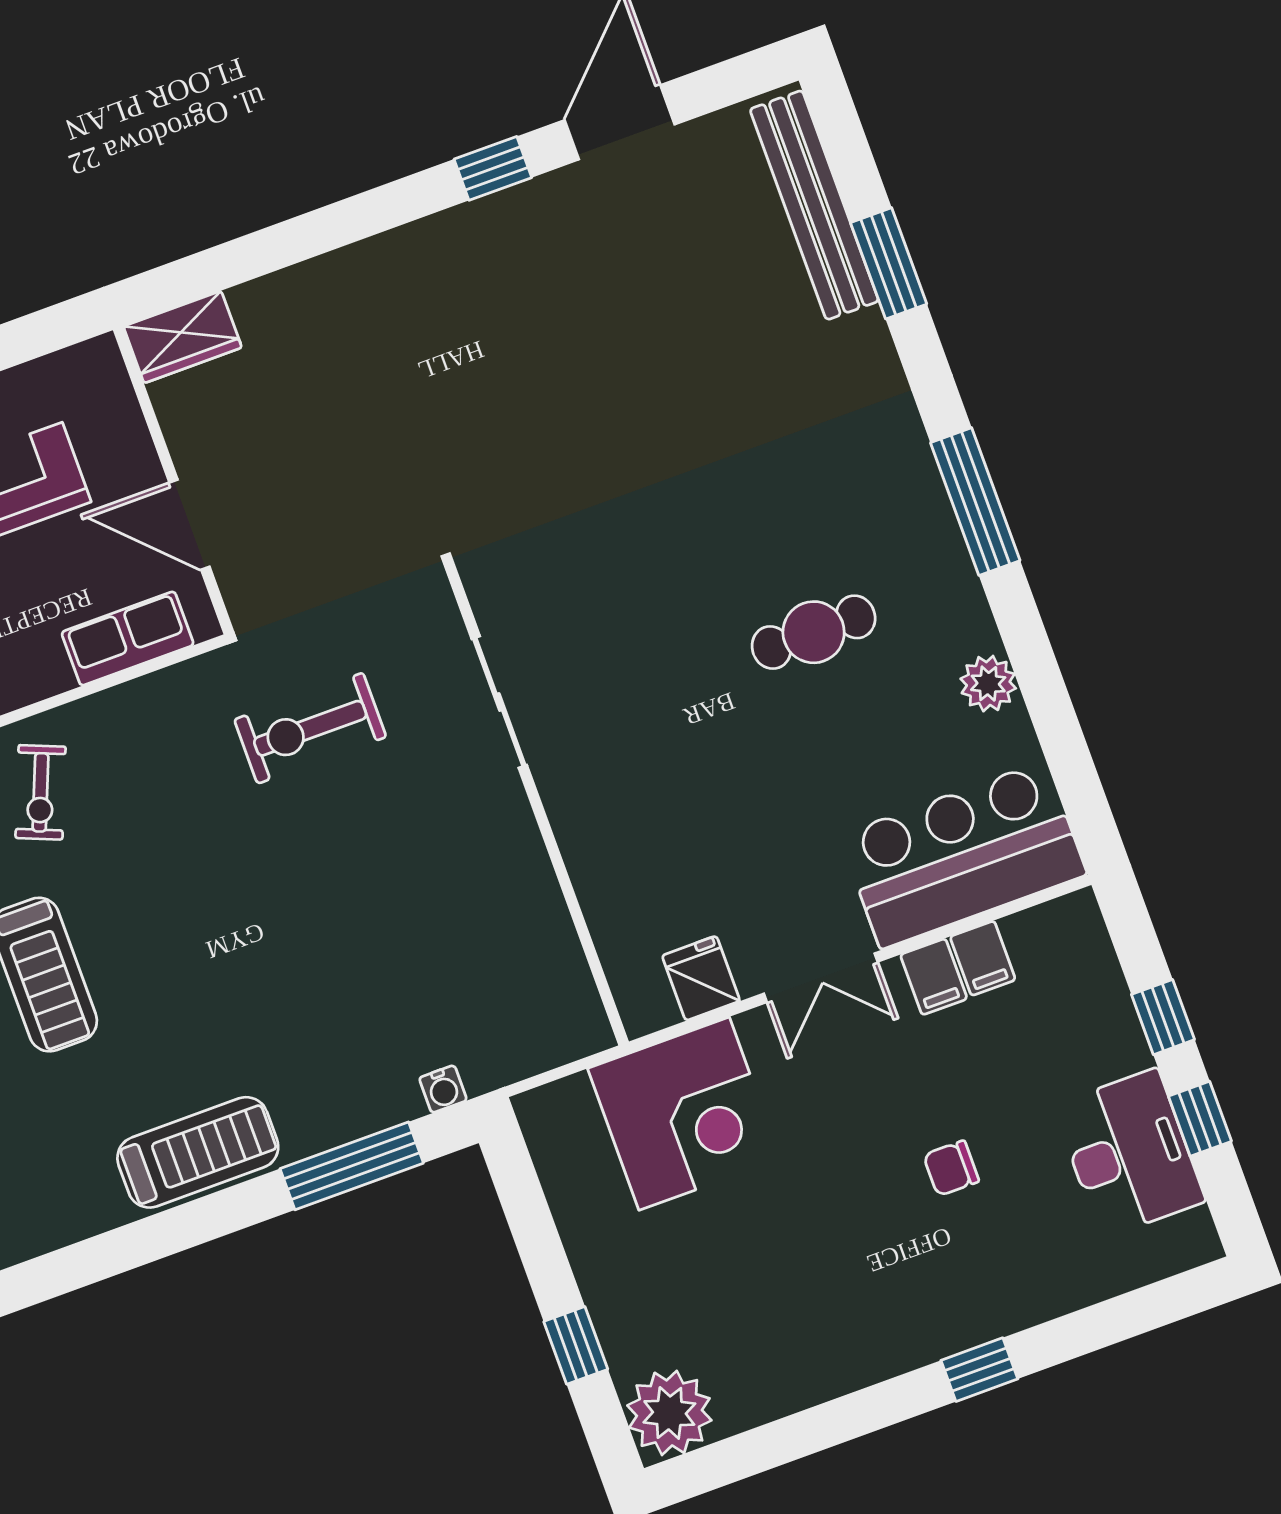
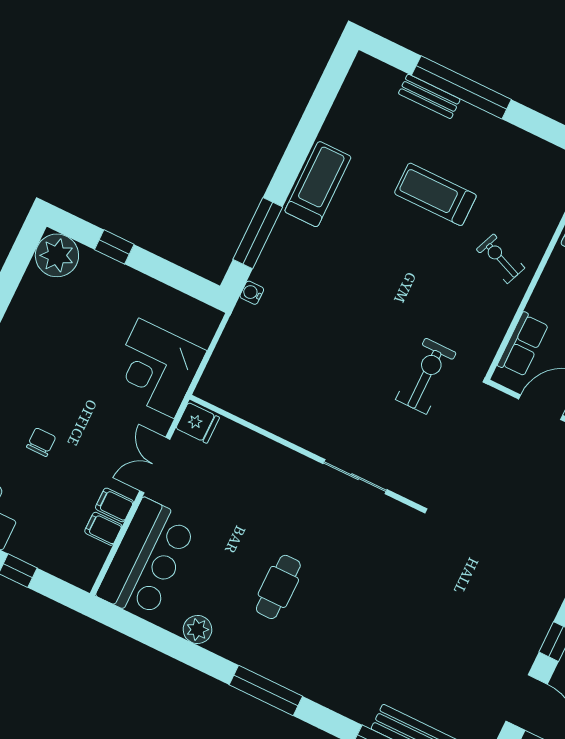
sliding door: (499, 702) -> (355, 477), moved
wall: (536, 804) -> (306, 453), moved
treadmill: (198, 1152) -> (318, 184), turned 180

